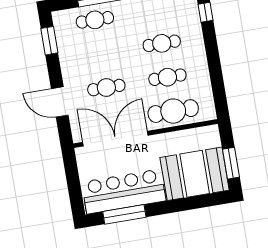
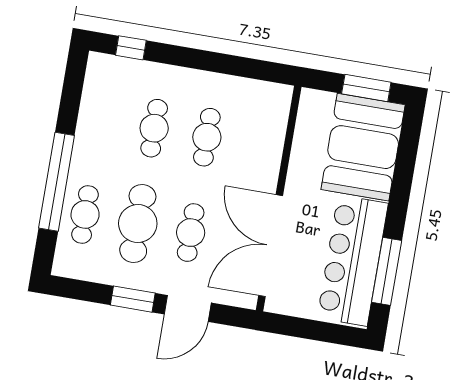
window: (49, 41) -> (133, 299), moved
cafe table: (173, 111) -> (138, 224), moved

